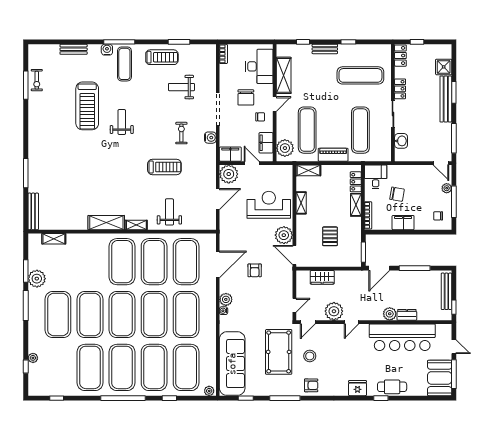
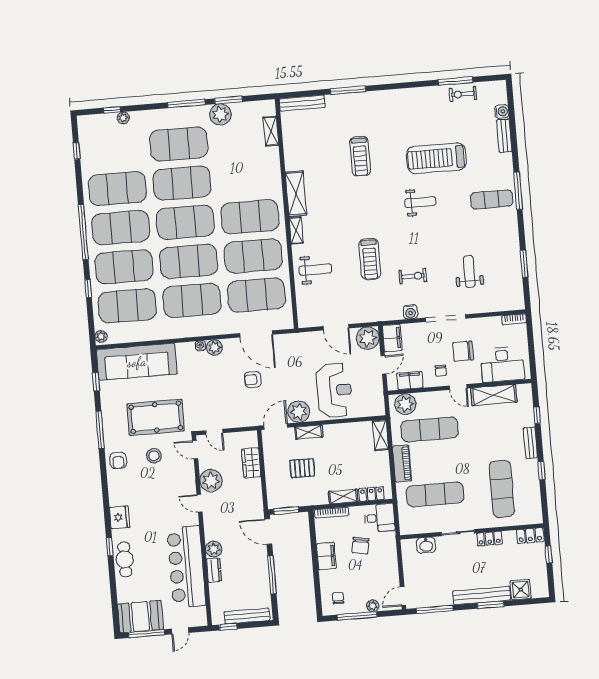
water cooler: (107, 50) -> (502, 111), moved
treadmill: (162, 57) -> (360, 156), moved
shelving: (301, 203) -> (309, 432), moved

